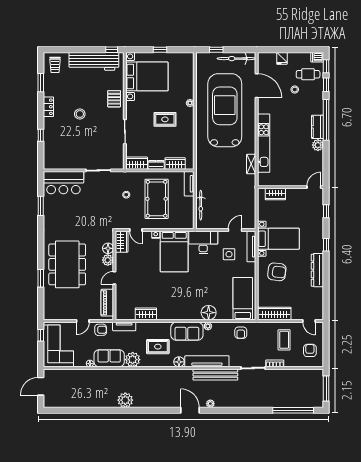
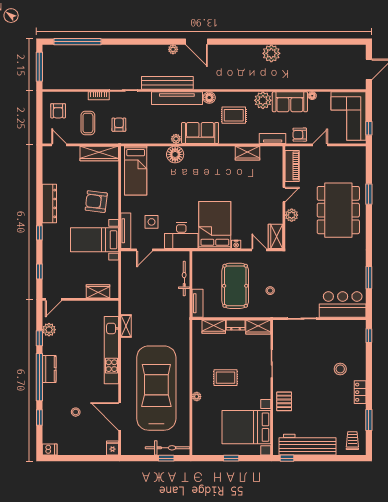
fridge: (282, 58) -> (113, 448), moved
bicycle: (236, 59) -> (167, 448), moved
window: (326, 66) -> (39, 338), moved
cafe table: (308, 74) -> (60, 430), removed
car: (225, 110) -> (156, 388), turned 180
stool: (80, 114) -> (340, 369), moved
window: (41, 135) -> (369, 336), moved
plant: (318, 145) -> (49, 330), moved
floor lamp: (108, 248) -> (291, 229), removed
armchair: (241, 333) -> (119, 125), moved

